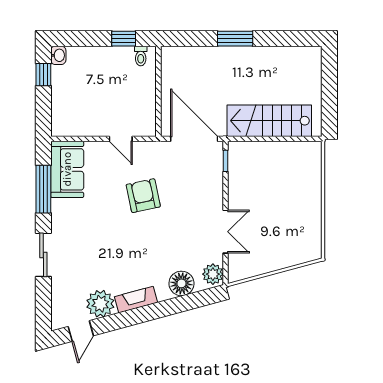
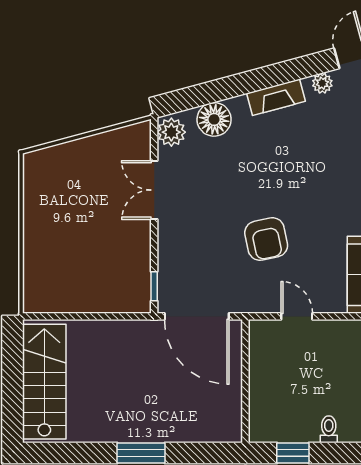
toilet: (141, 56) -> (329, 429), moved
stairs: (269, 121) -> (44, 382), moved, turned -90
plant: (100, 304) -> (322, 83), width x0.53, depth x0.53

